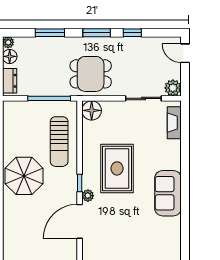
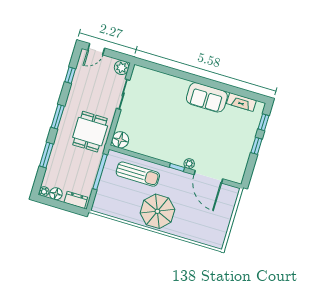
window: (132, 33) -> (70, 75), moved
fireplace: (174, 123) -> (241, 102), moved
rug: (117, 168) -> (174, 133), removed

